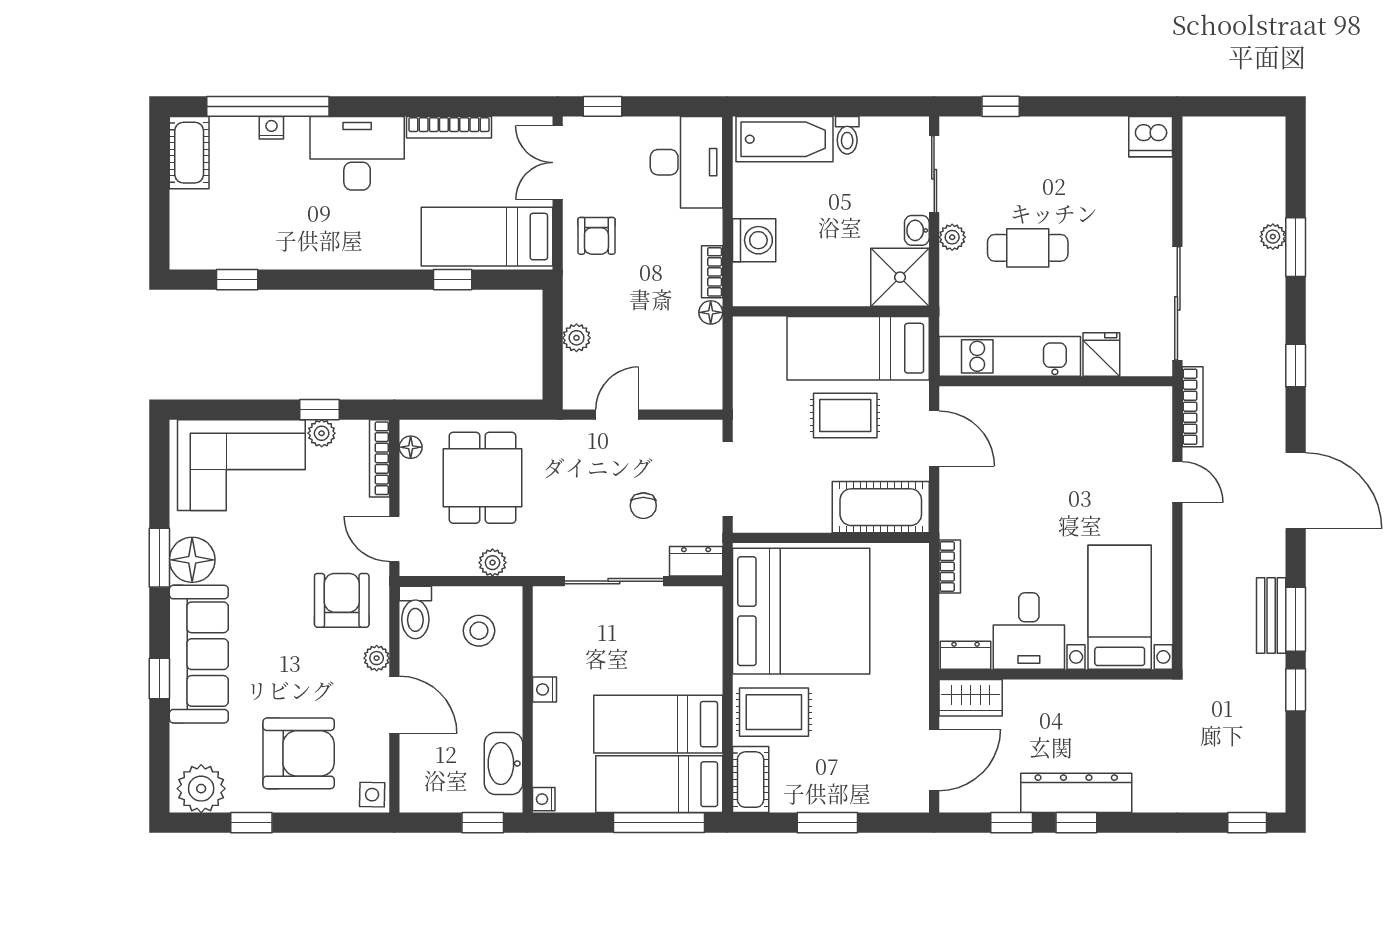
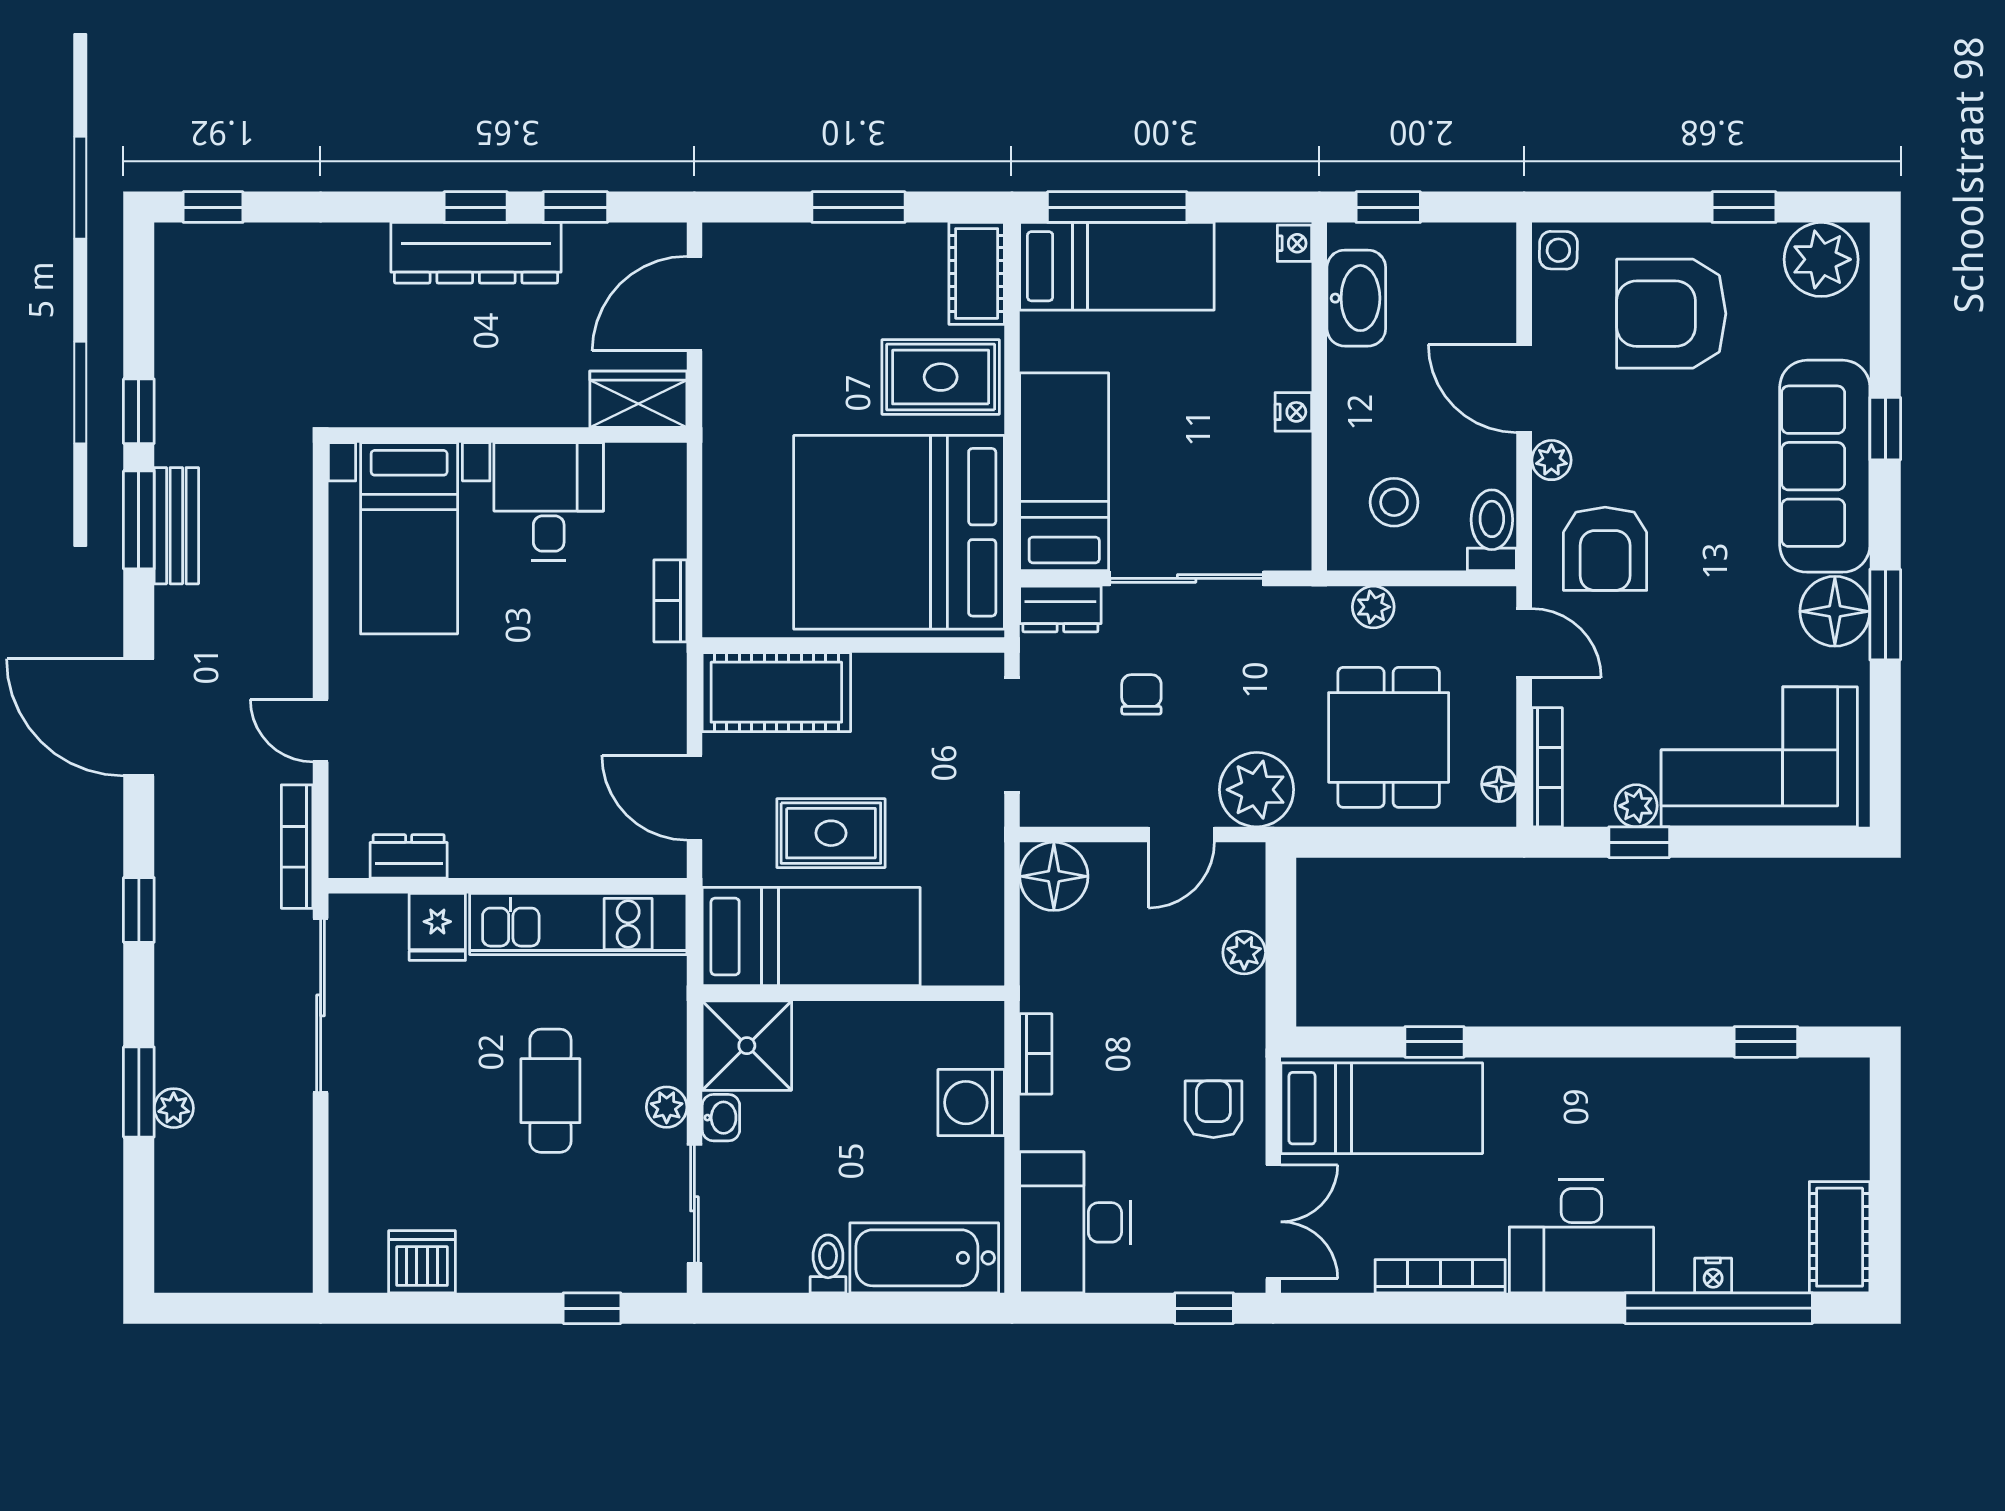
dishwasher: (1151, 137) -> (422, 1262), moved
cafe table: (1028, 248) -> (550, 1091), turned 90
floor lamp: (711, 312) -> (1054, 876), moved, width x1.89, depth x1.89
plant: (568, 444) -> (1257, 790), added
dresser: (966, 655) -> (409, 856), moved, turned 180
bed: (658, 724) -> (1064, 472), moved, turned -90

